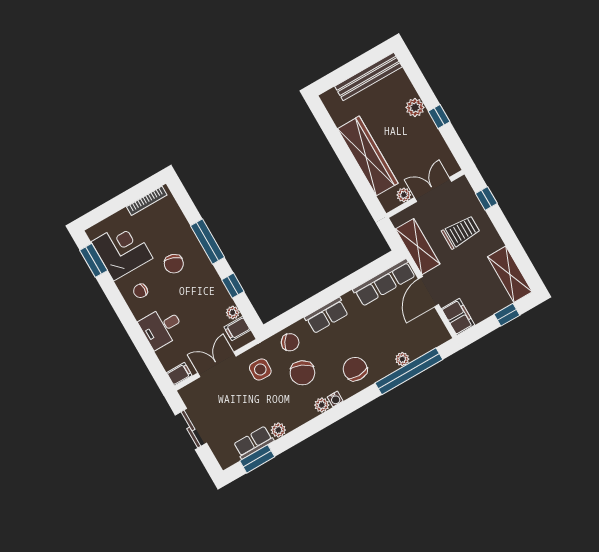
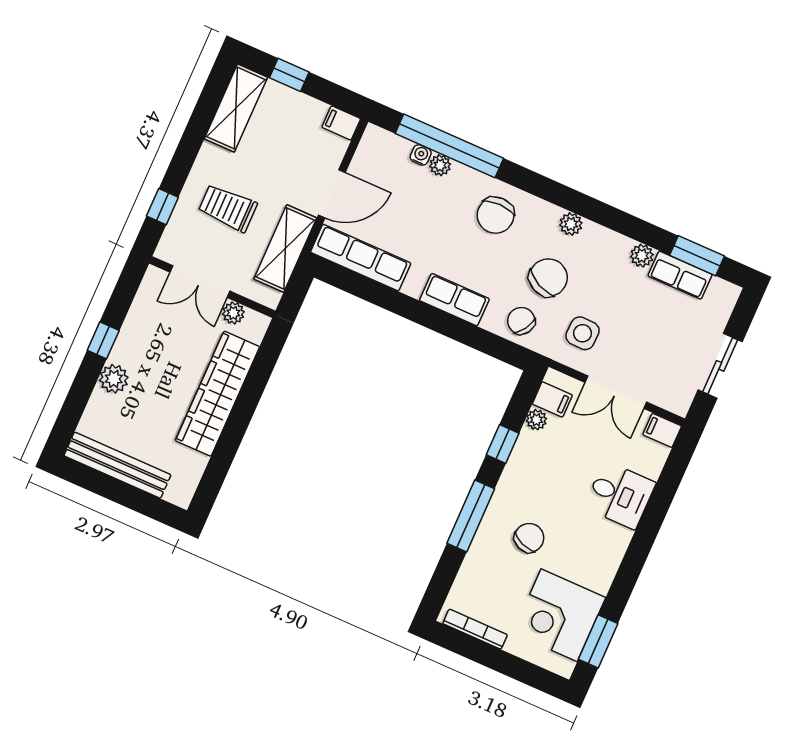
chair: (141, 291) -> (593, 555), removed
filing cabinet: (458, 317) -> (341, 123), width x0.50
water cooler: (335, 399) -> (421, 155), moved

